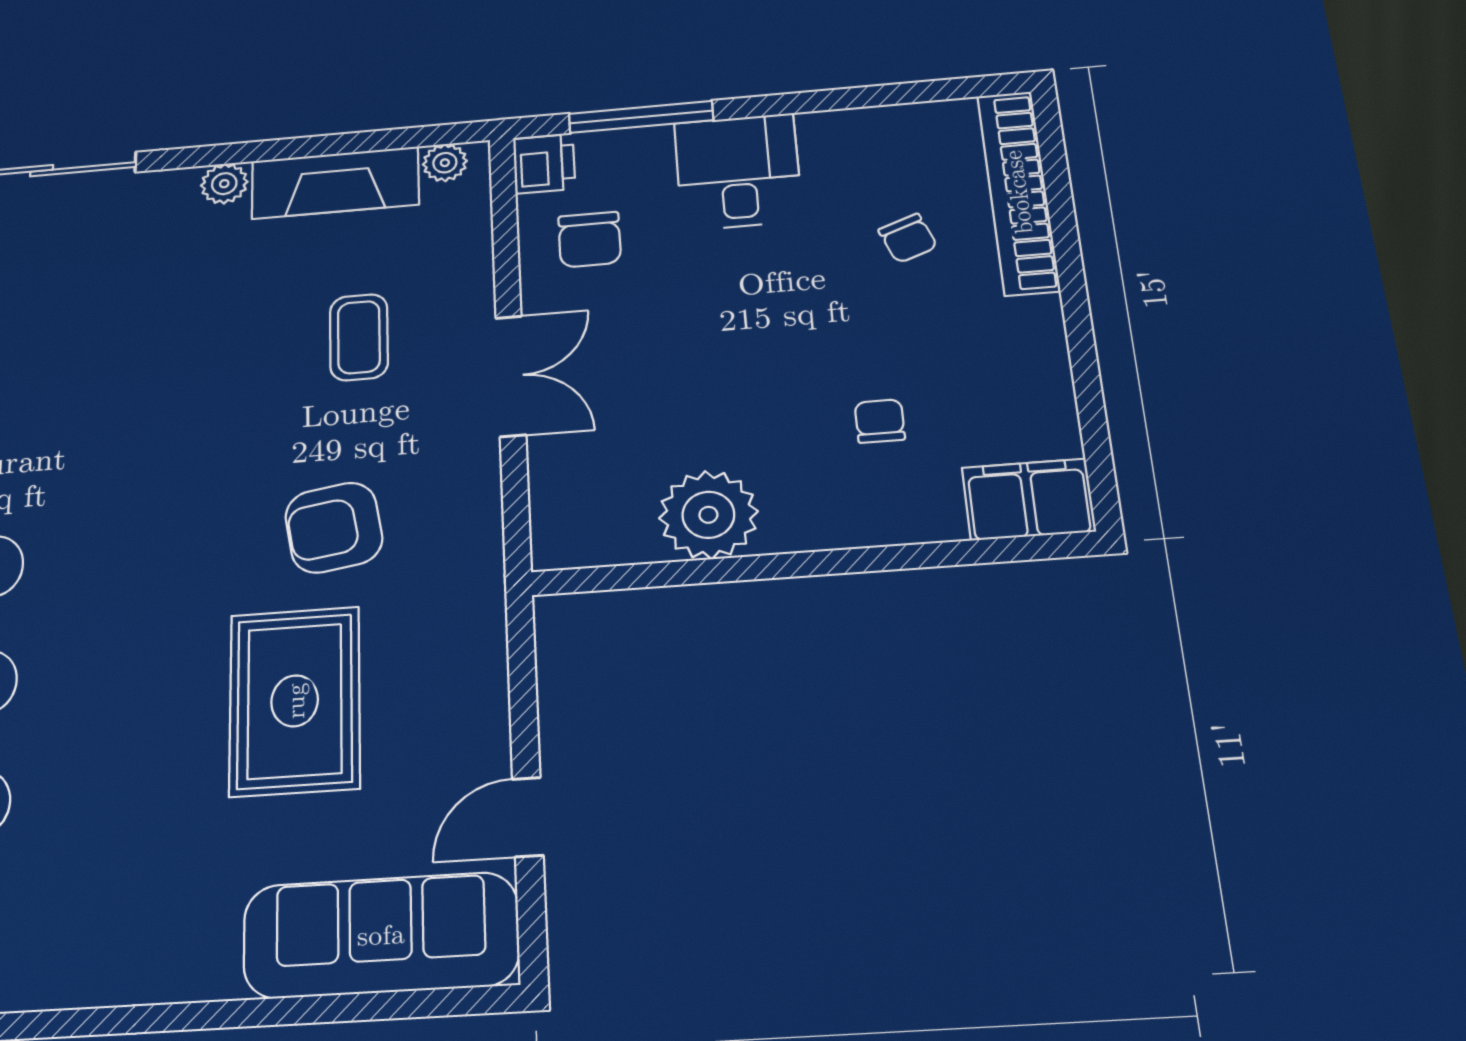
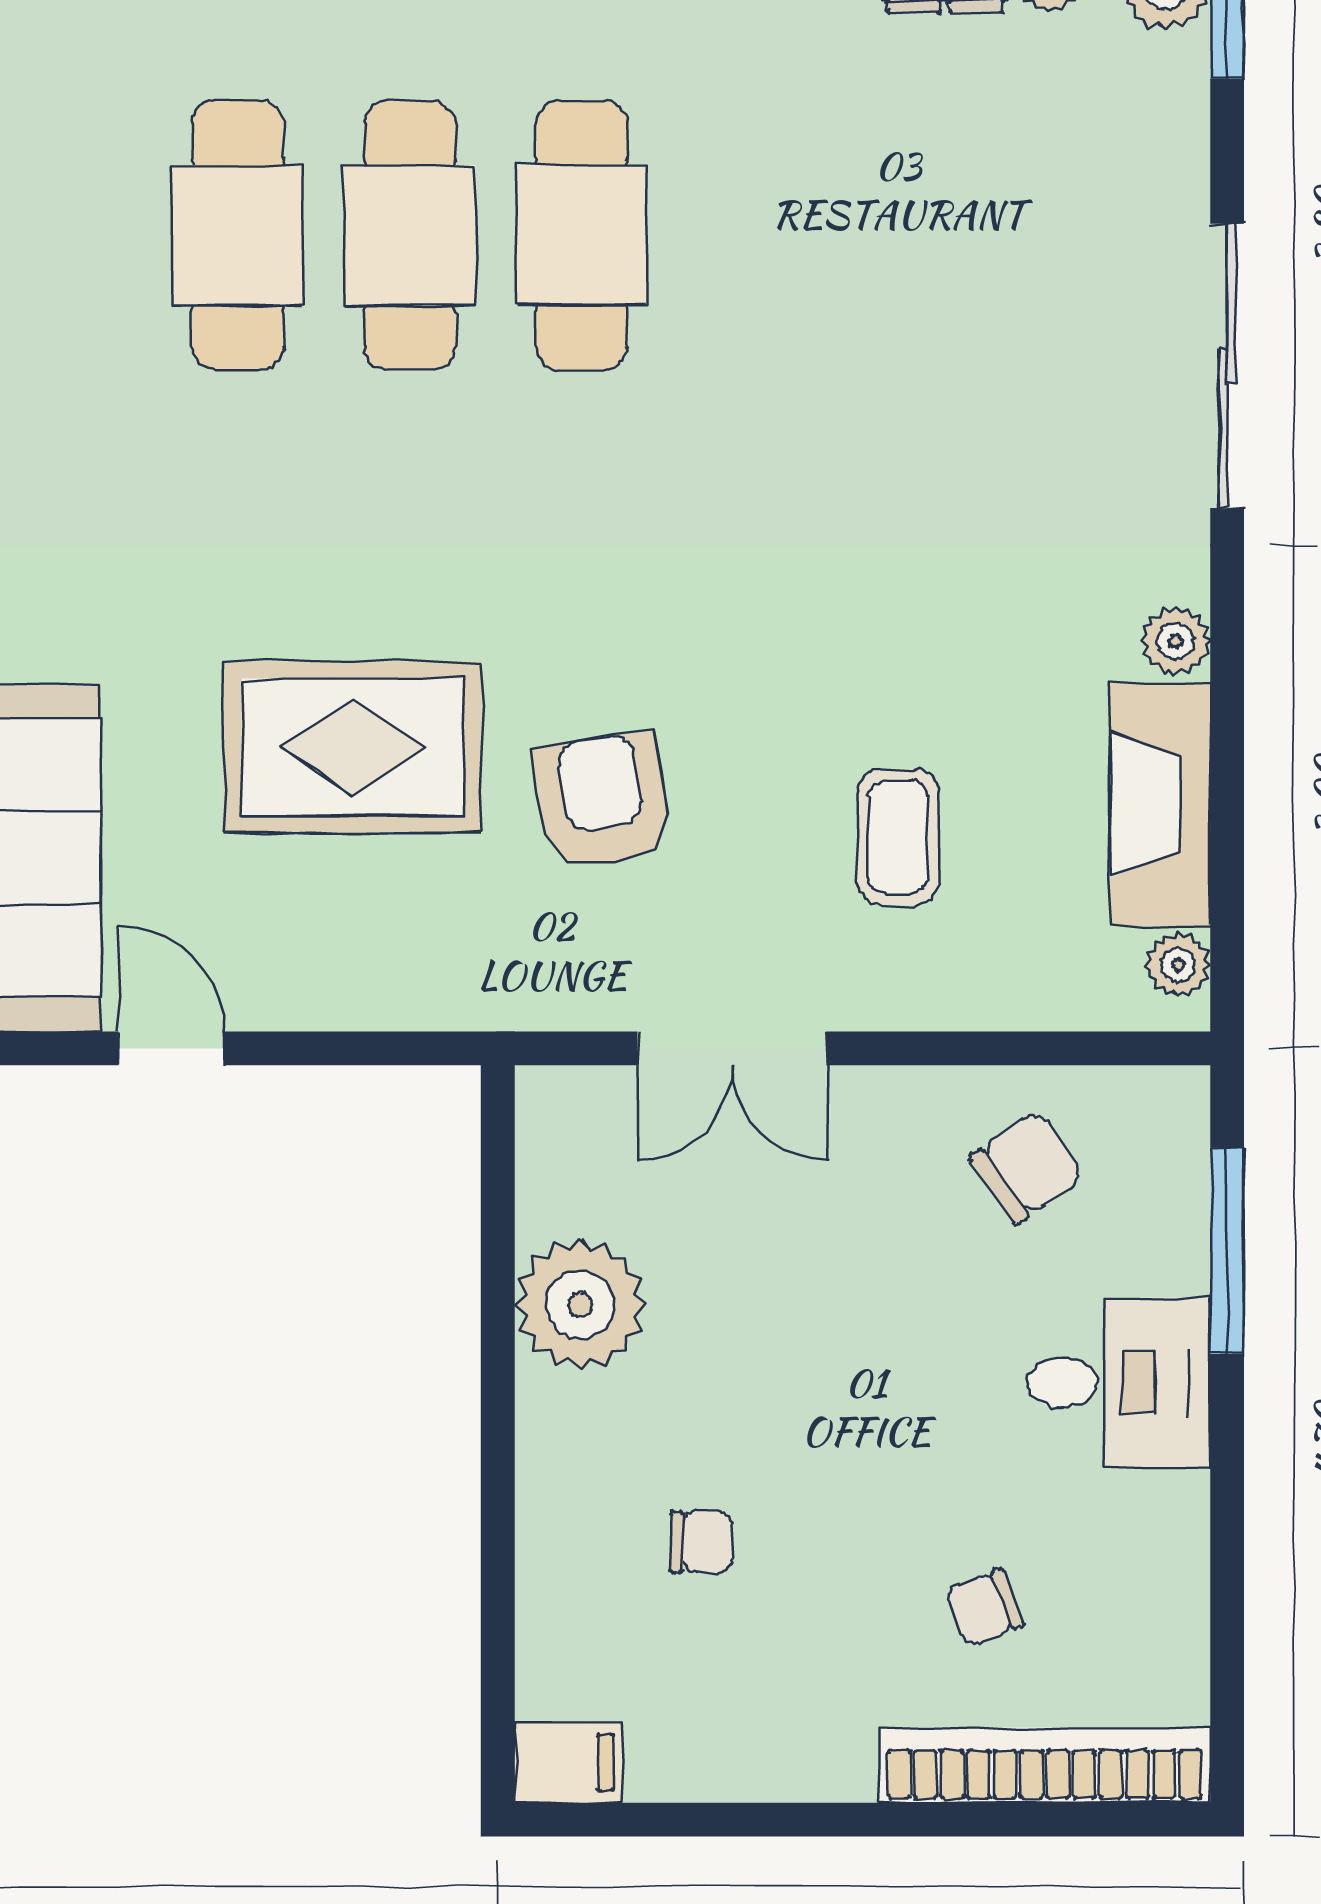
printer: (544, 164) -> (1161, 1108), removed
chair: (590, 240) -> (1027, 1167), turned 145
coffee table: (359, 337) -> (898, 837), turned 90
double door: (511, 376) -> (732, 1048), moved
filing cabinet: (1028, 499) -> (568, 1763), width x0.50

